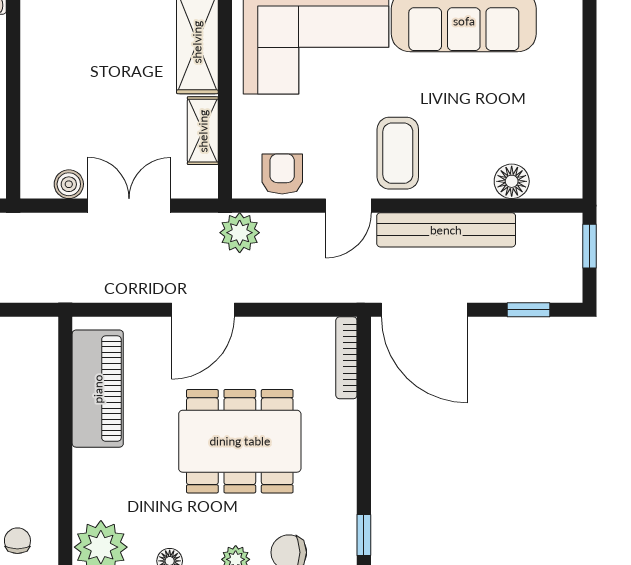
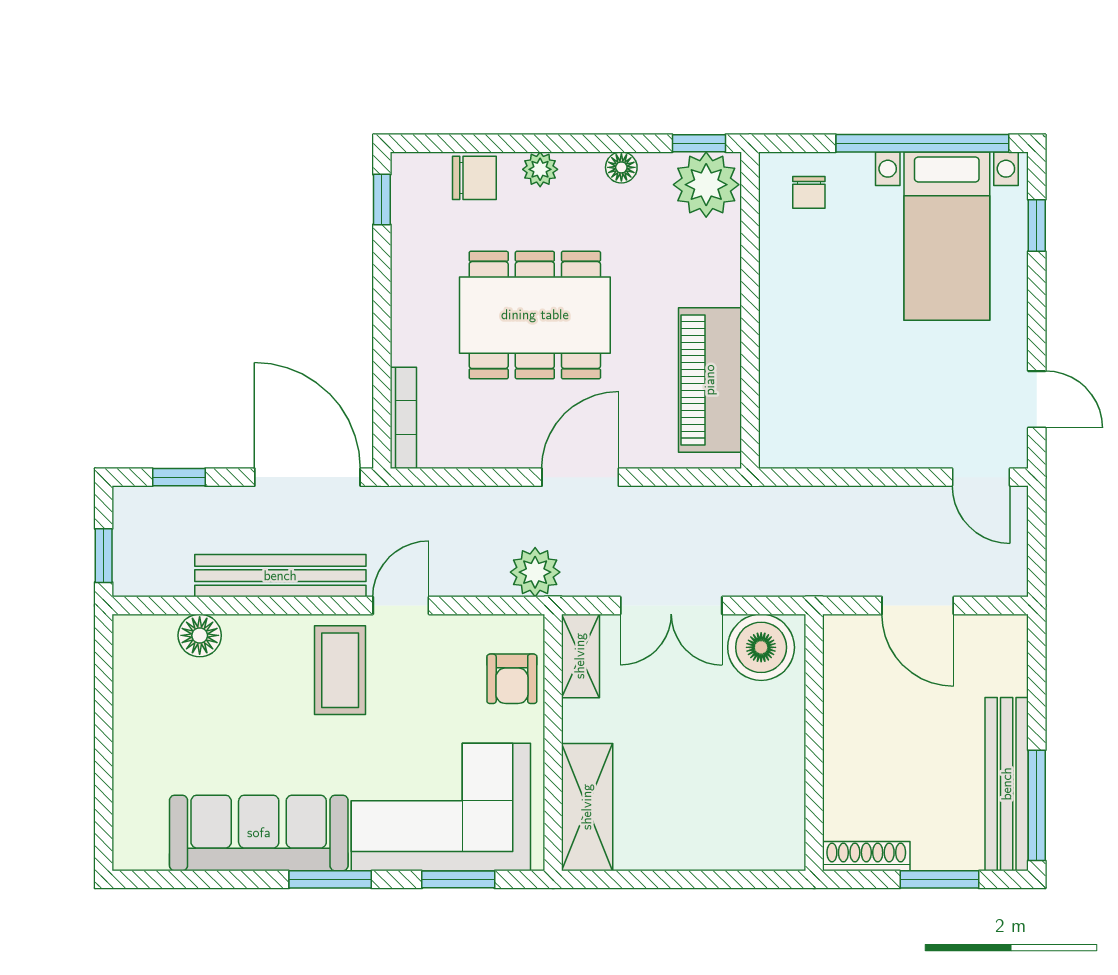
shelving: (203, 131) -> (580, 656), moved
armchair: (282, 174) -> (512, 679), moved
boiler: (69, 184) -> (761, 647), width x1.86, depth x1.86

